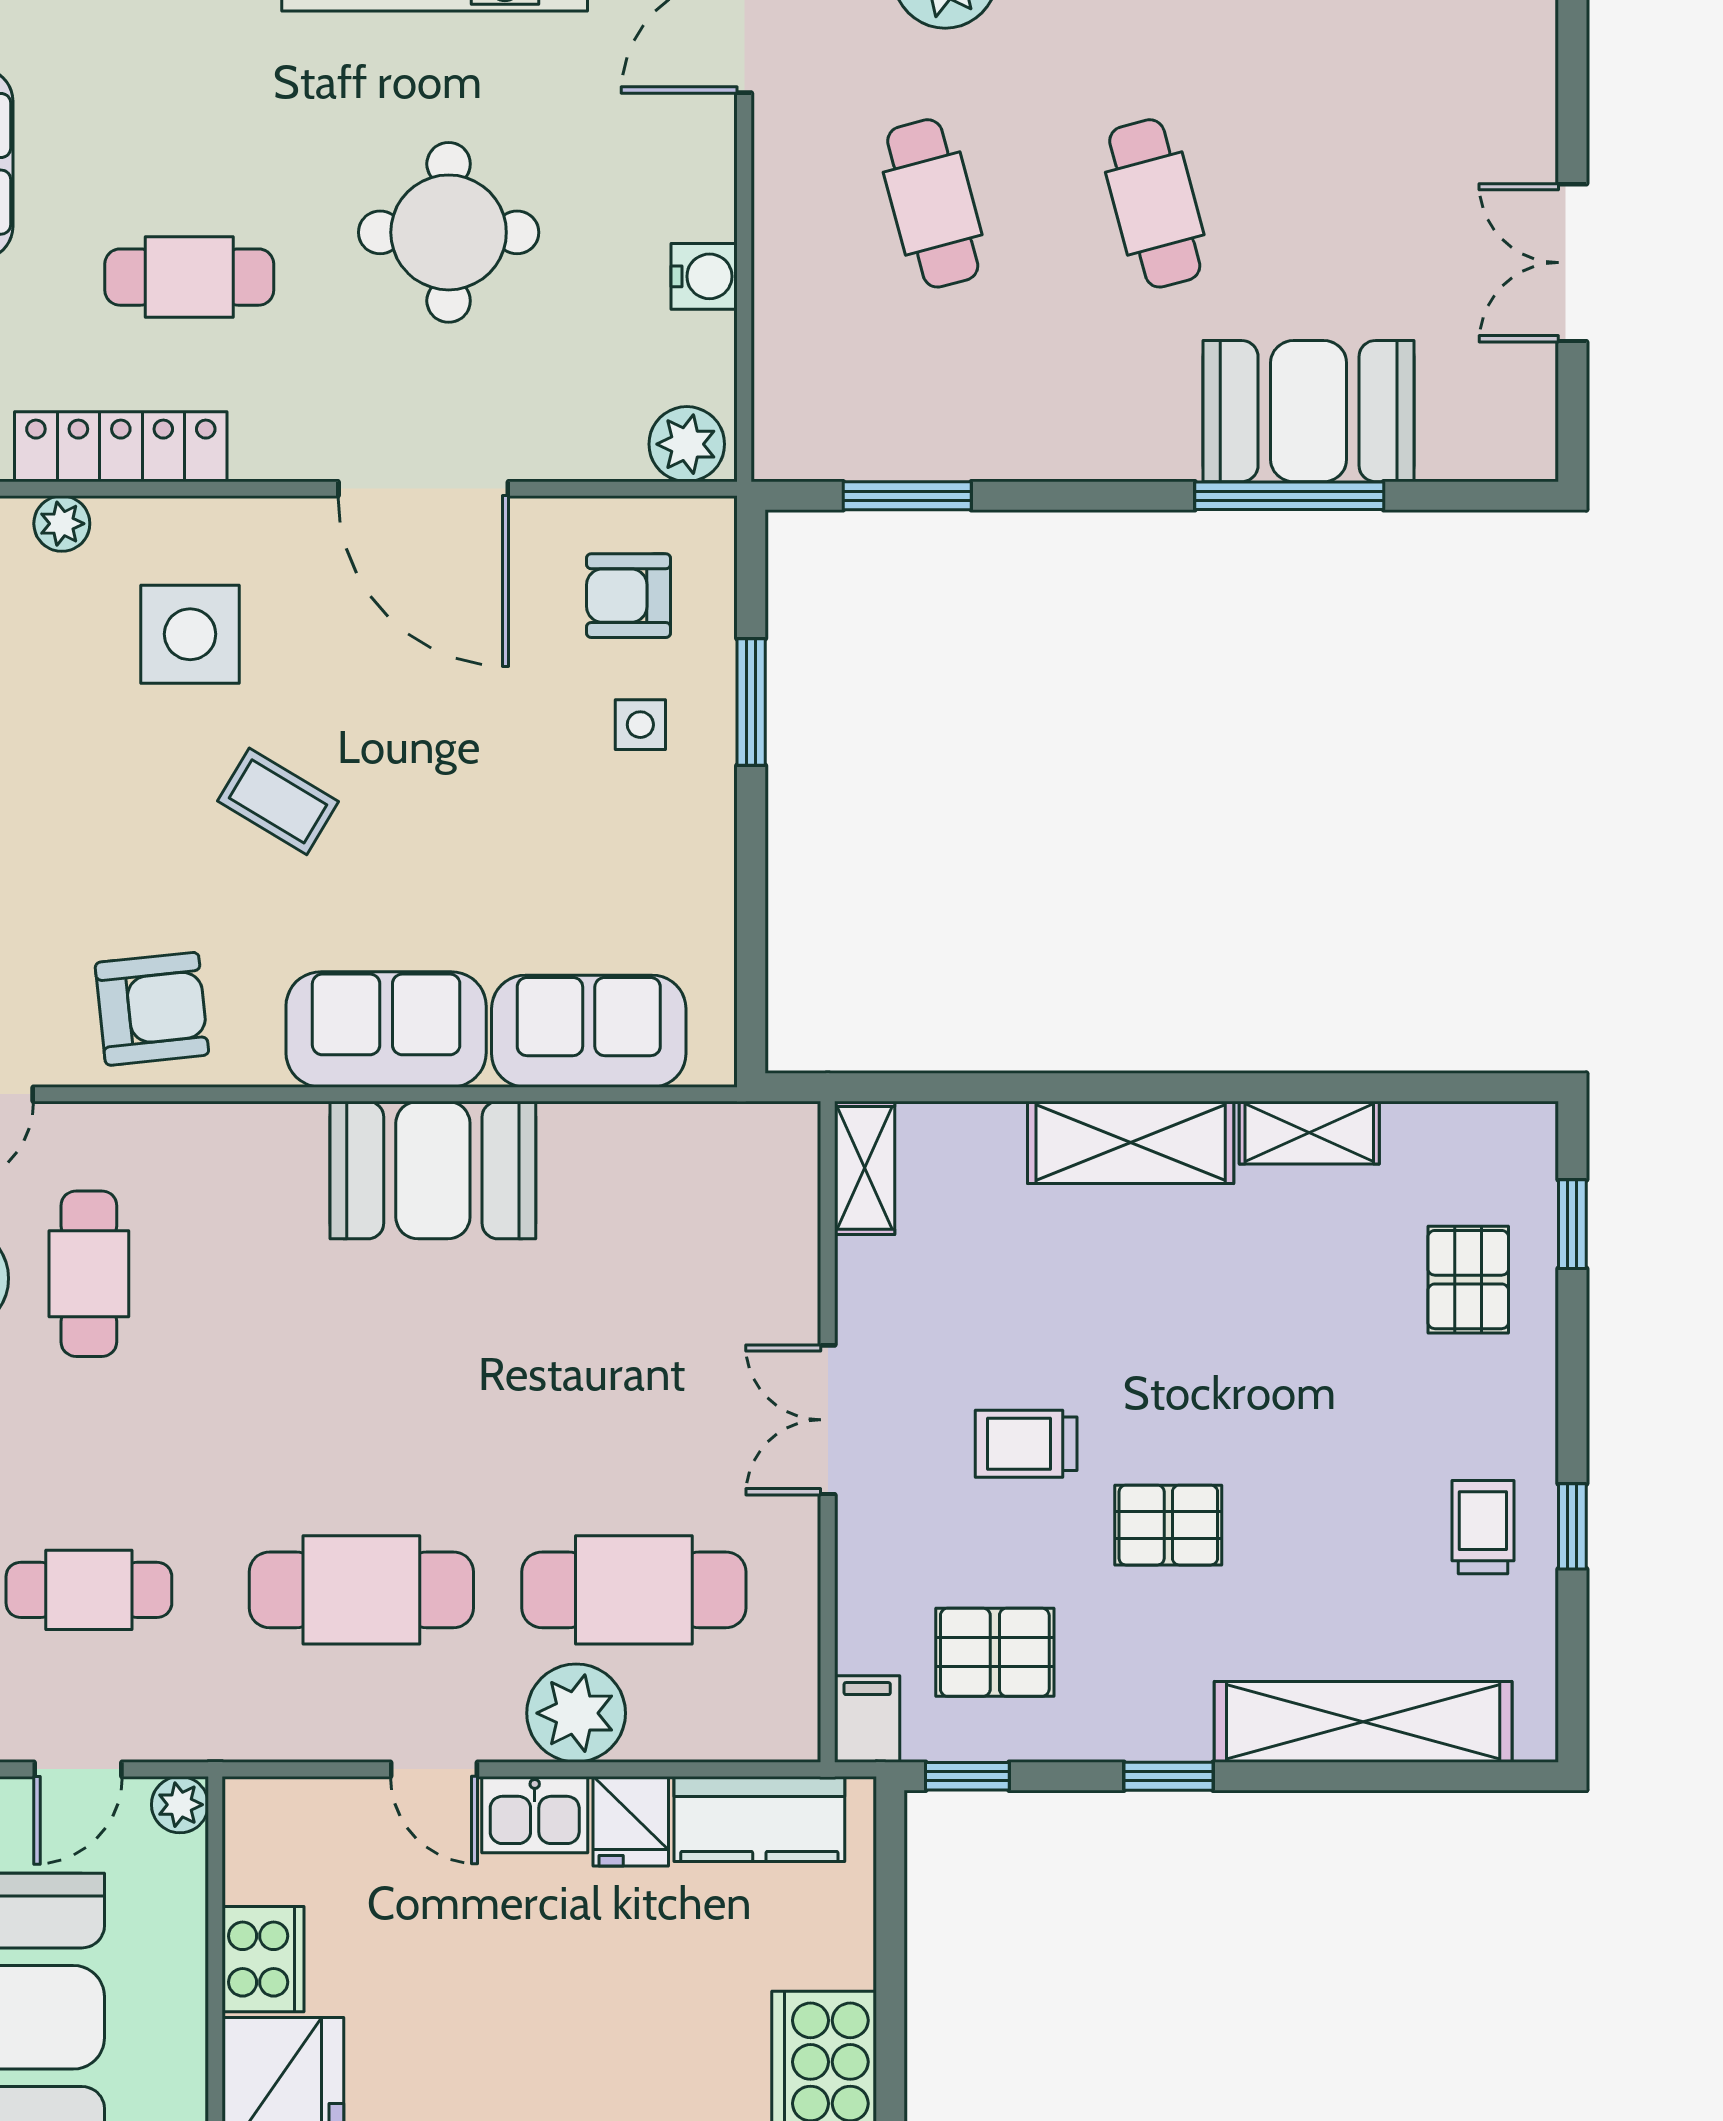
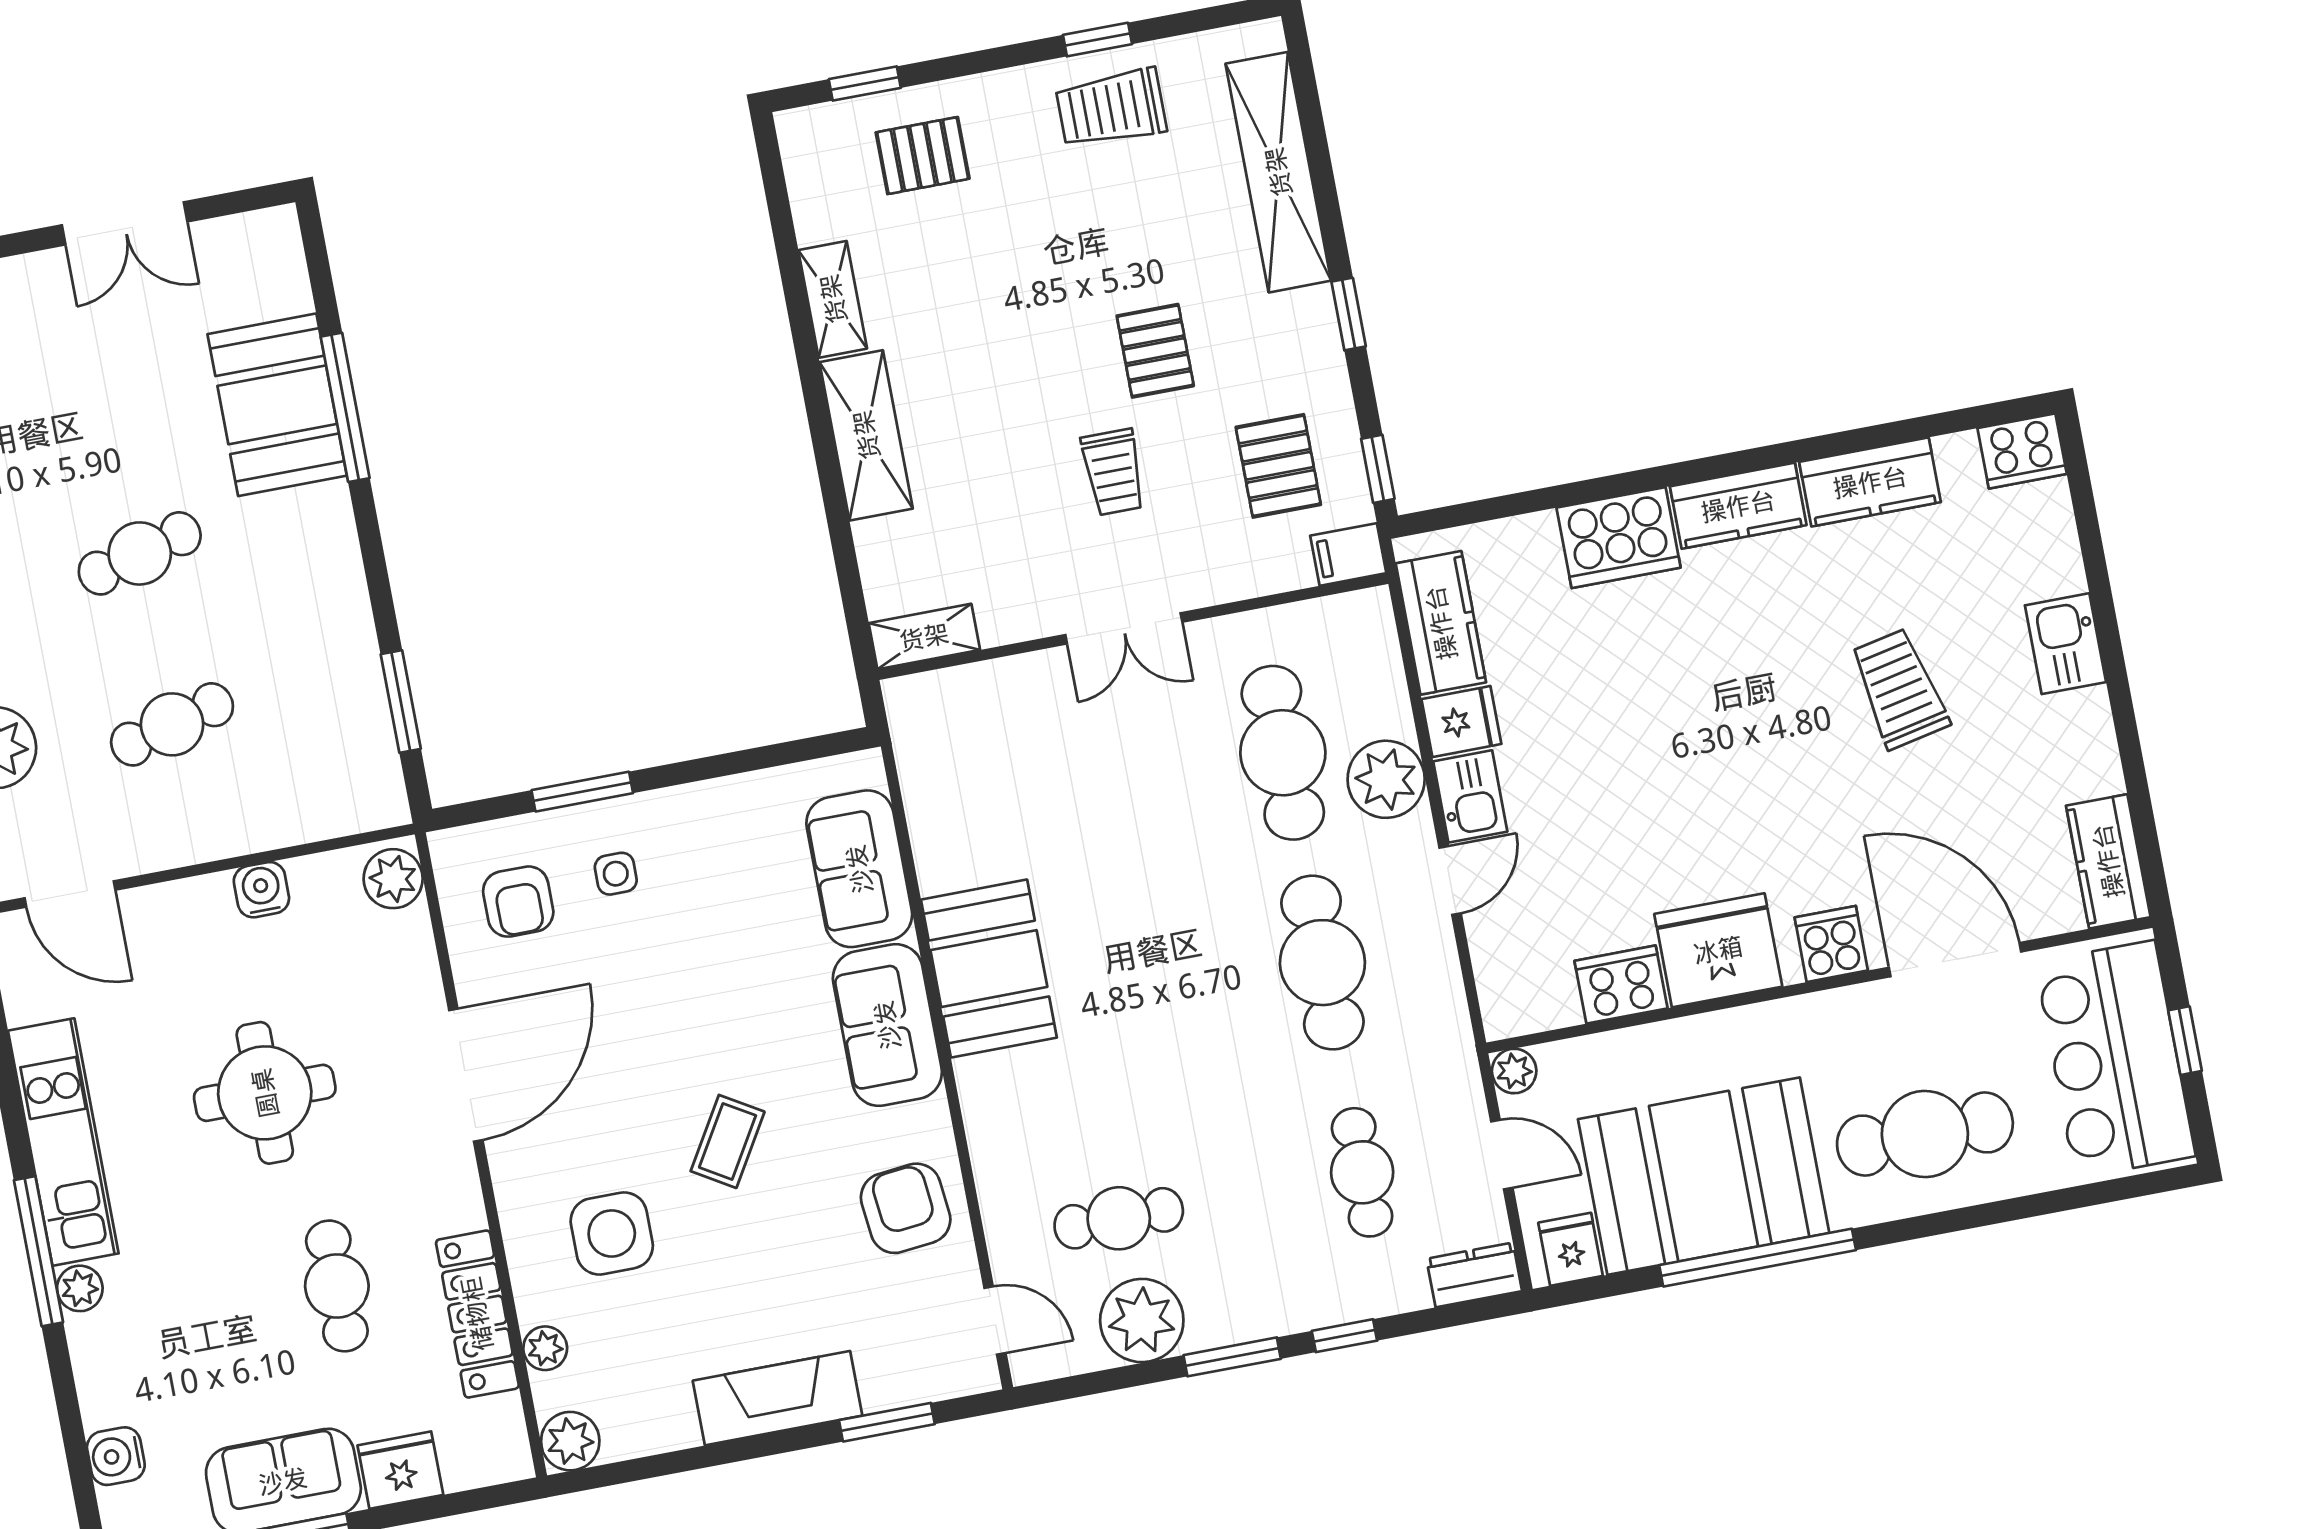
trolley: (1483, 1527) -> (1111, 108), width x1.36, depth x1.39

